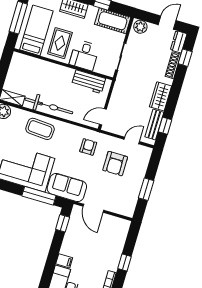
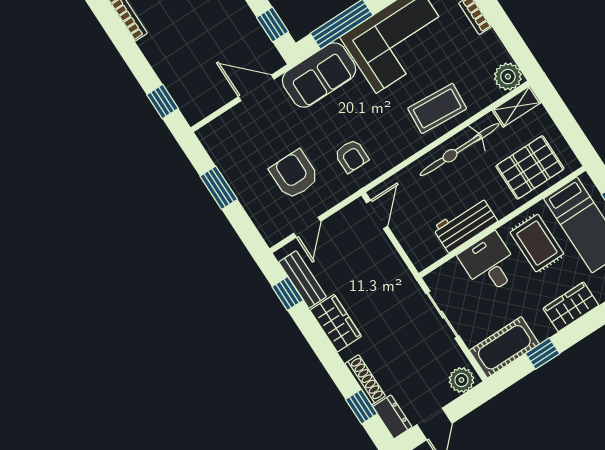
pallet: (32, 72) -> (530, 167), added
workbench: (89, 82) -> (465, 224), moved
window: (124, 262) -> (162, 102), moved

